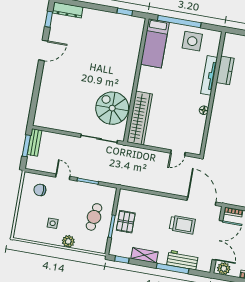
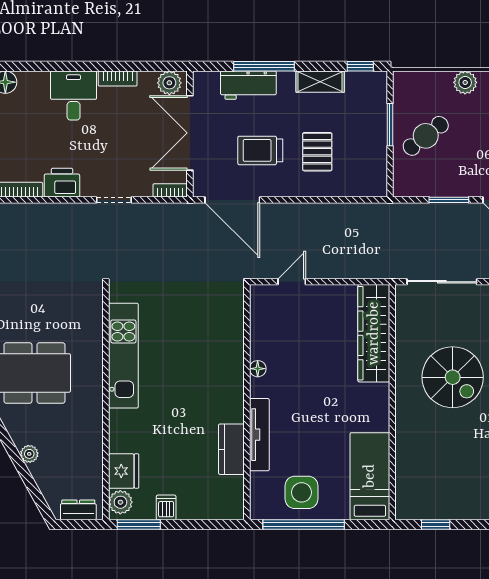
window: (179, 21) -> (304, 525), moved
spiral stairs: (112, 108) -> (453, 377), moved
cafe table: (94, 217) -> (426, 136), turned 43
pallet: (126, 222) -> (317, 152), moved

